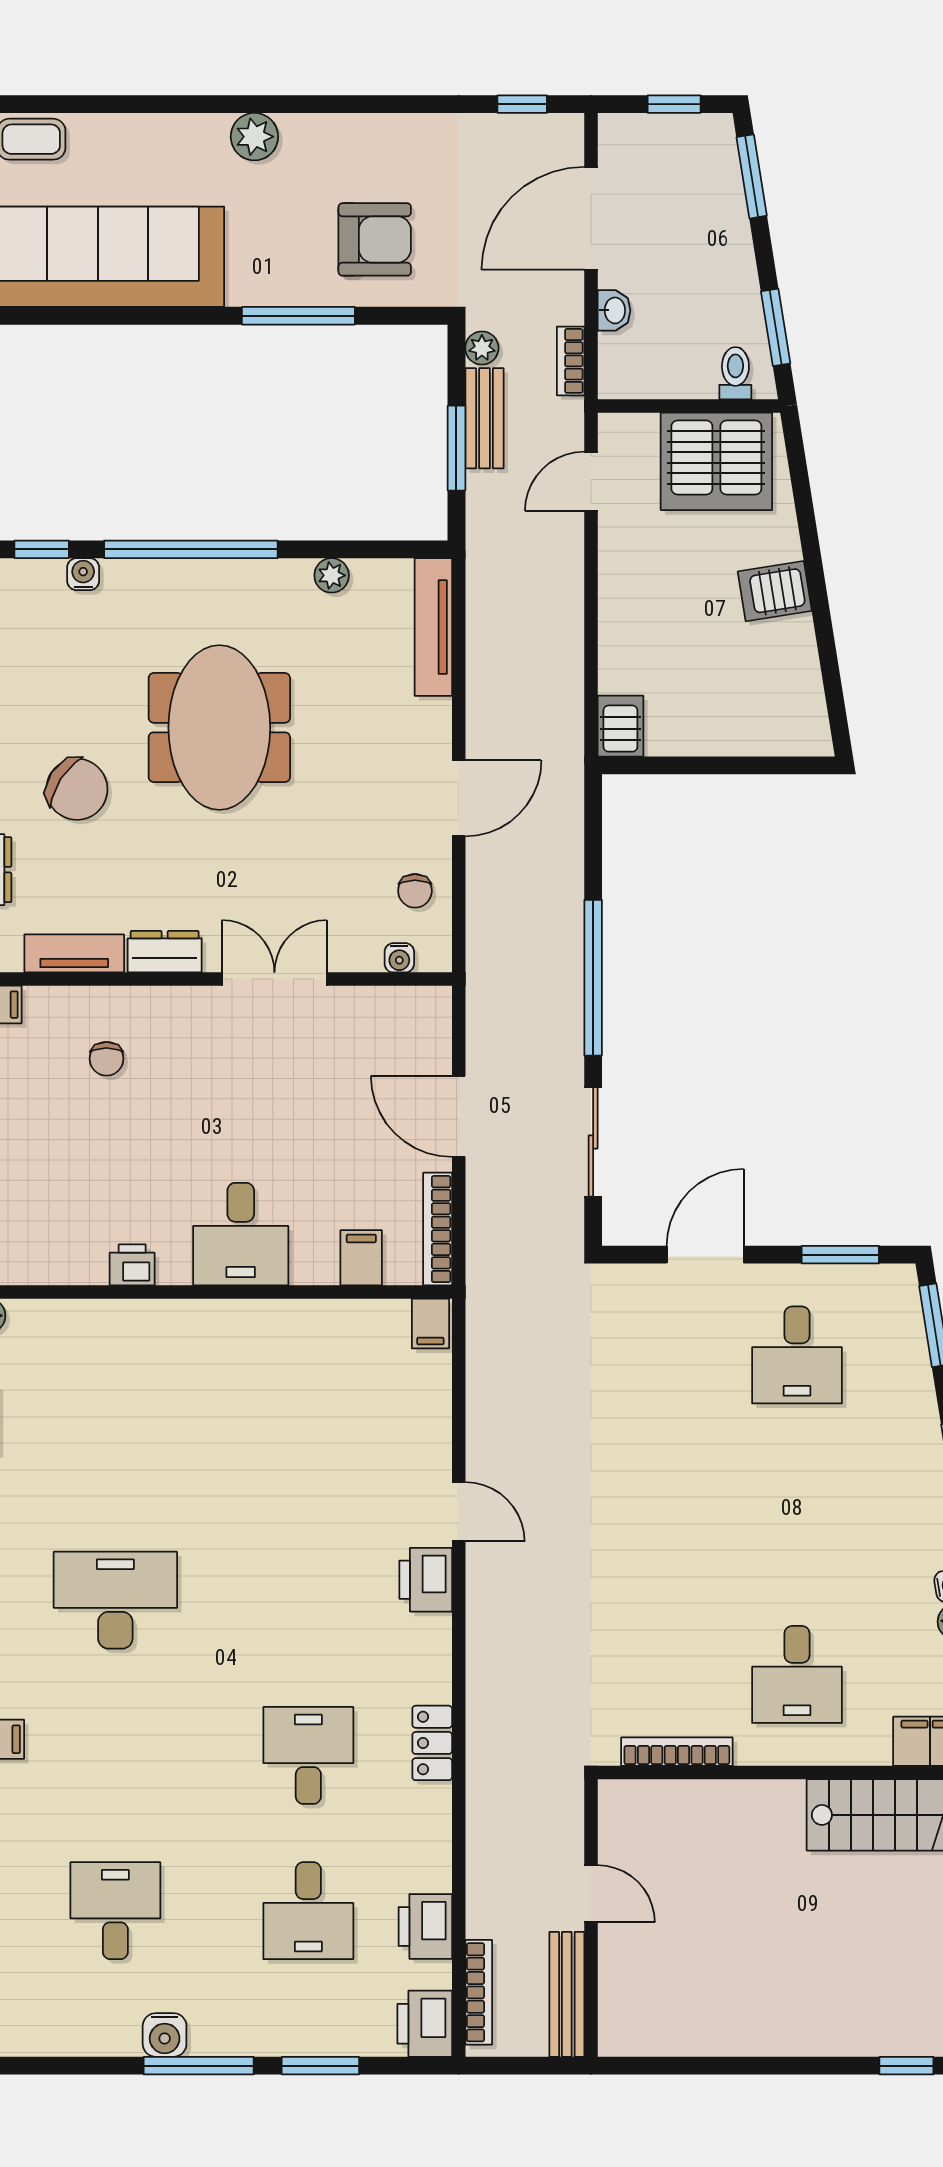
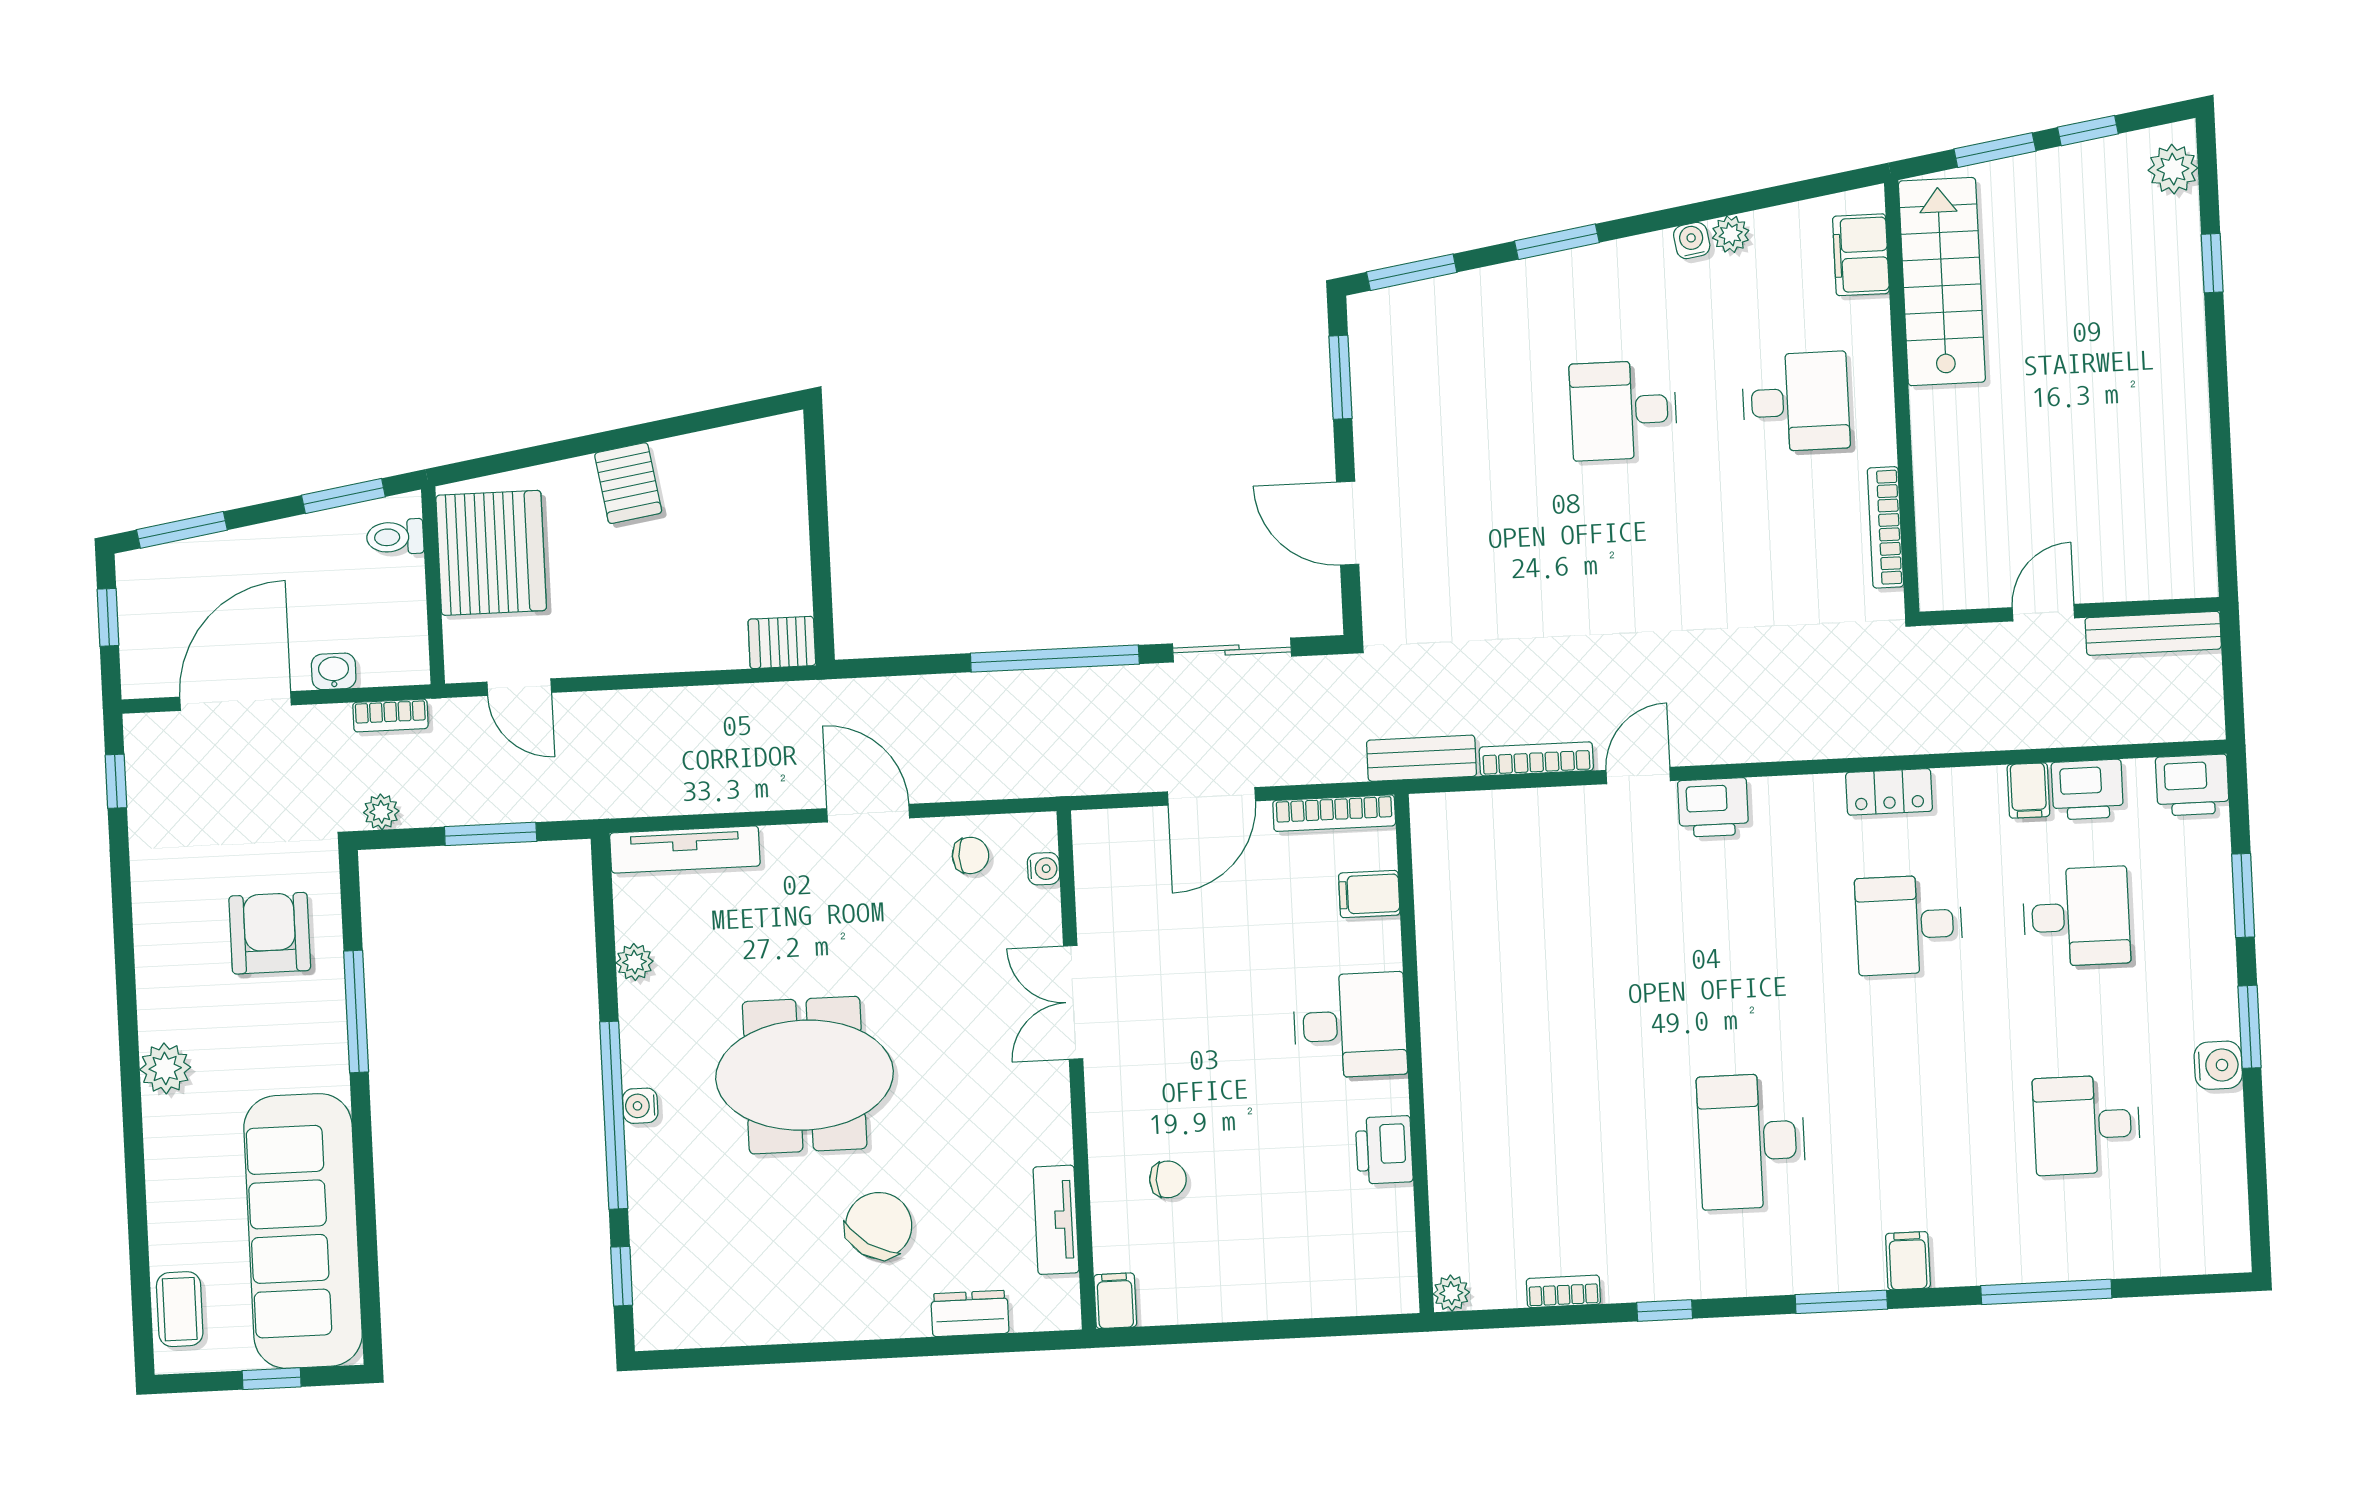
door: (591, 218) -> (235, 701), swing flipped
bench: (484, 418) -> (1422, 758), moved
water cooler: (83, 574) -> (640, 1106), moved
dresser: (165, 952) -> (1049, 1122), removed
printer: (132, 1265) -> (1384, 1150), width x1.36, depth x1.24
filing cabinet: (430, 1324) -> (2028, 790), moved, turned 90
desk: (797, 1355) -> (1623, 410), moved, turned 180
bookcase: (479, 1992) -> (1536, 759), moved
window: (199, 2066) -> (2250, 1027), width x0.69

